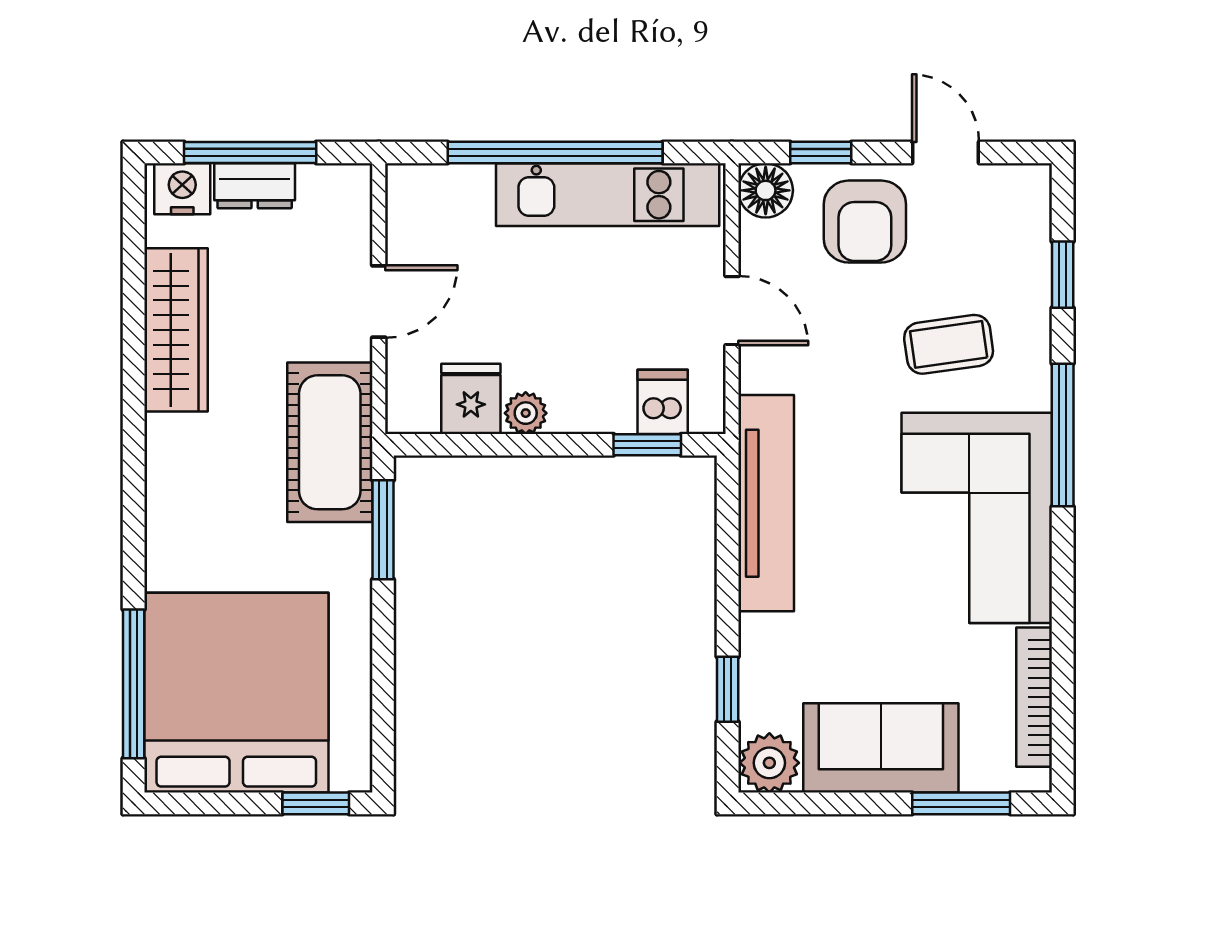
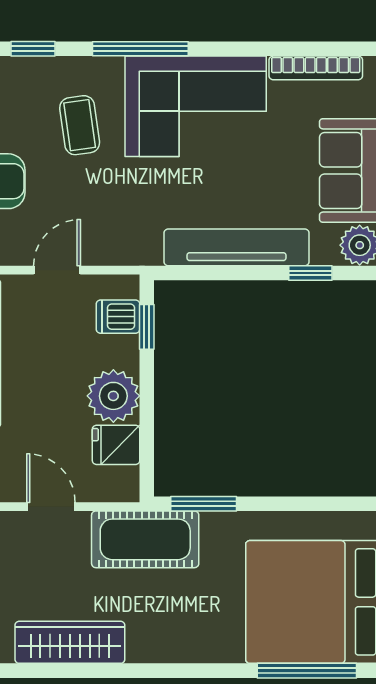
plant: (526, 413) -> (113, 396), width x1.88, depth x1.88
tv unit: (766, 503) -> (236, 247), moved

